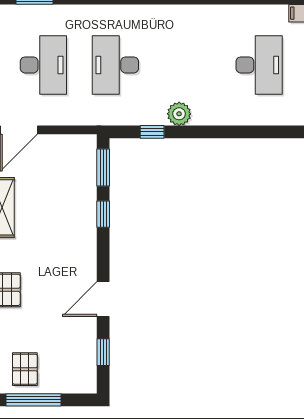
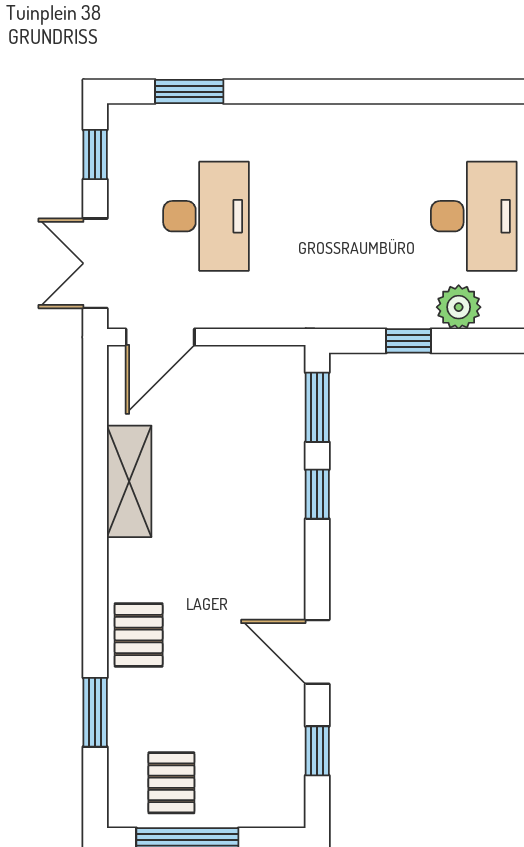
desk: (115, 65) -> (474, 216), moved, turned 180
door: (103, 299) -> (317, 652), hinge flipped

